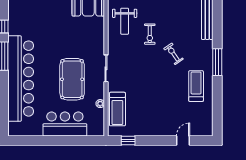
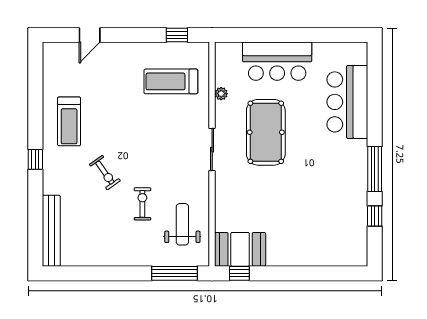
window: (217, 62) -> (35, 159), width x0.46
bar counter: (21, 79) -> (347, 102), width x0.54
treadmill: (117, 109) -> (171, 81), moved, turned -90

